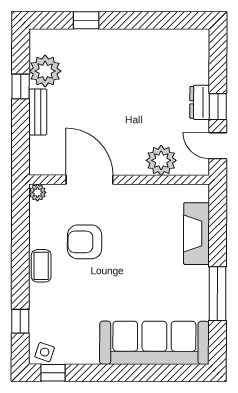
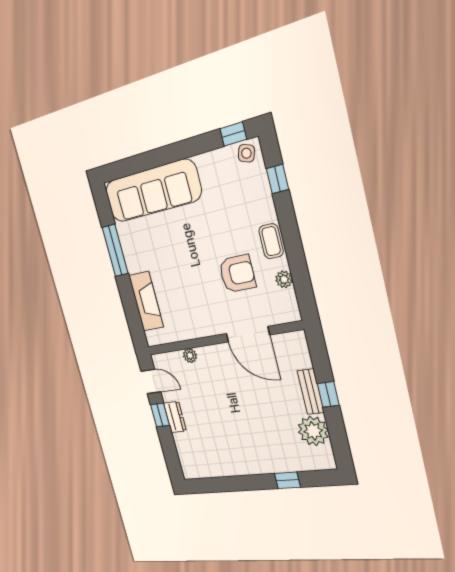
window: (21, 87) -> (328, 394), moved
plant: (161, 160) -> (190, 356), width x0.53, depth x0.53
plant: (37, 192) -> (284, 279), moved

